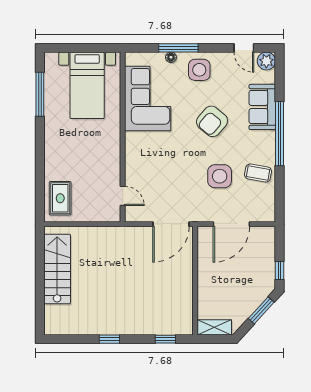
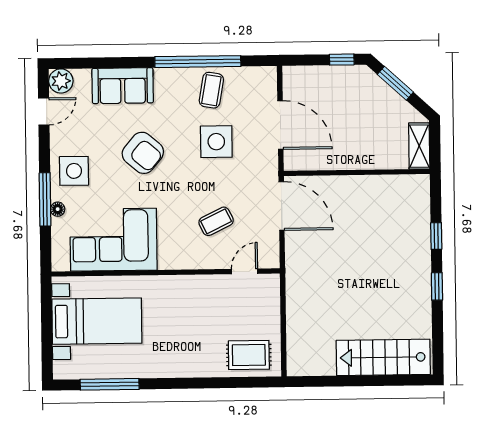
window: (280, 134) -> (198, 62), moved
coffee table: (160, 175) -> (216, 221), added
stairs: (57, 269) -> (383, 357), moved
window: (165, 339) -> (436, 236), moved

